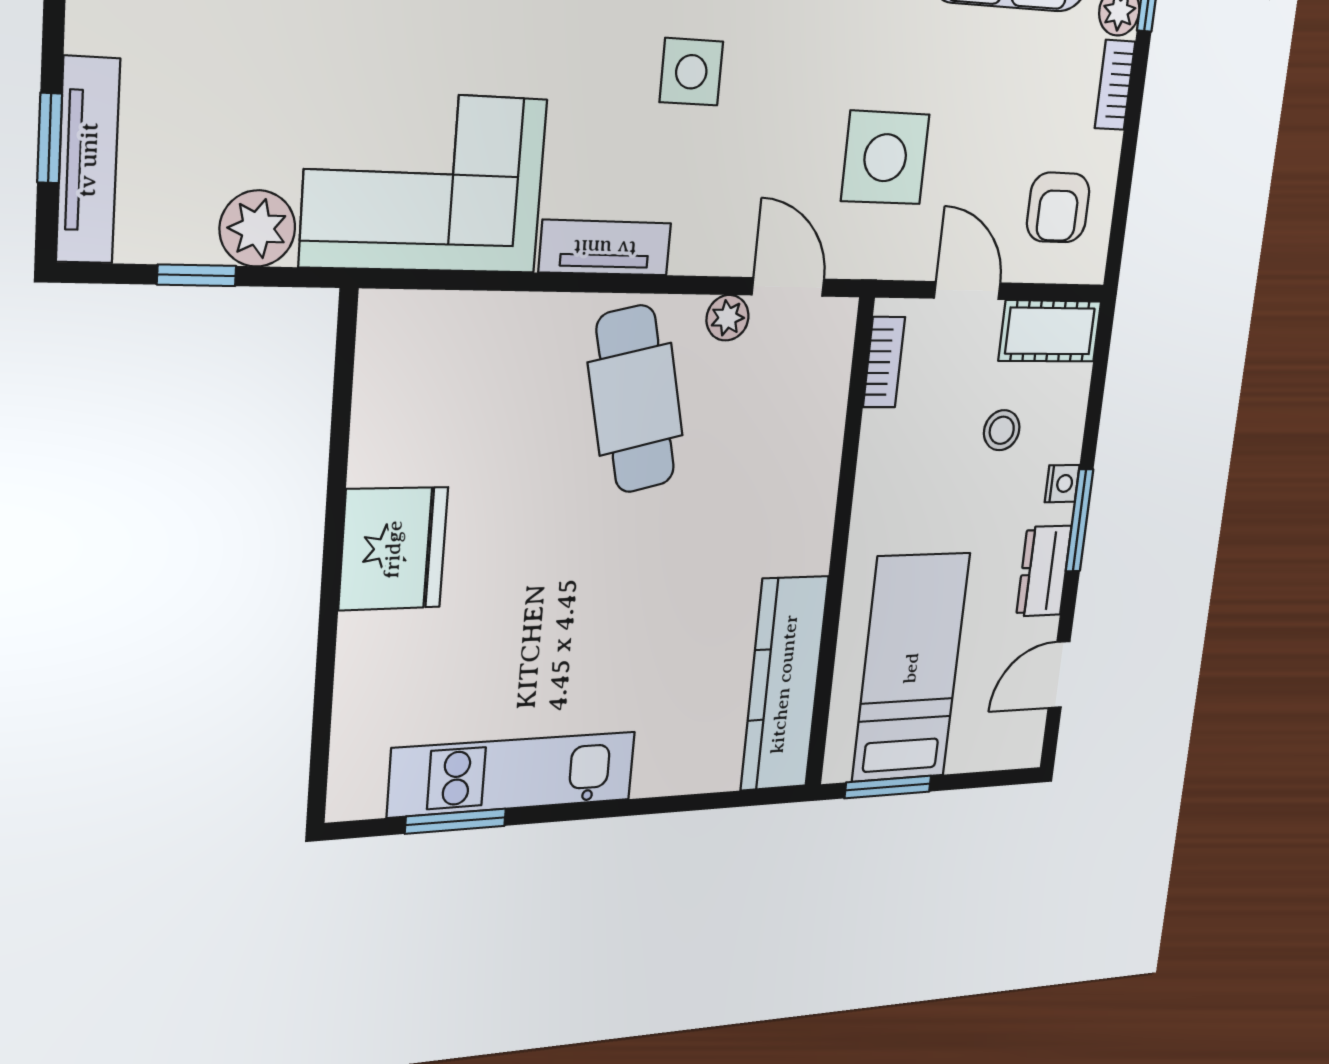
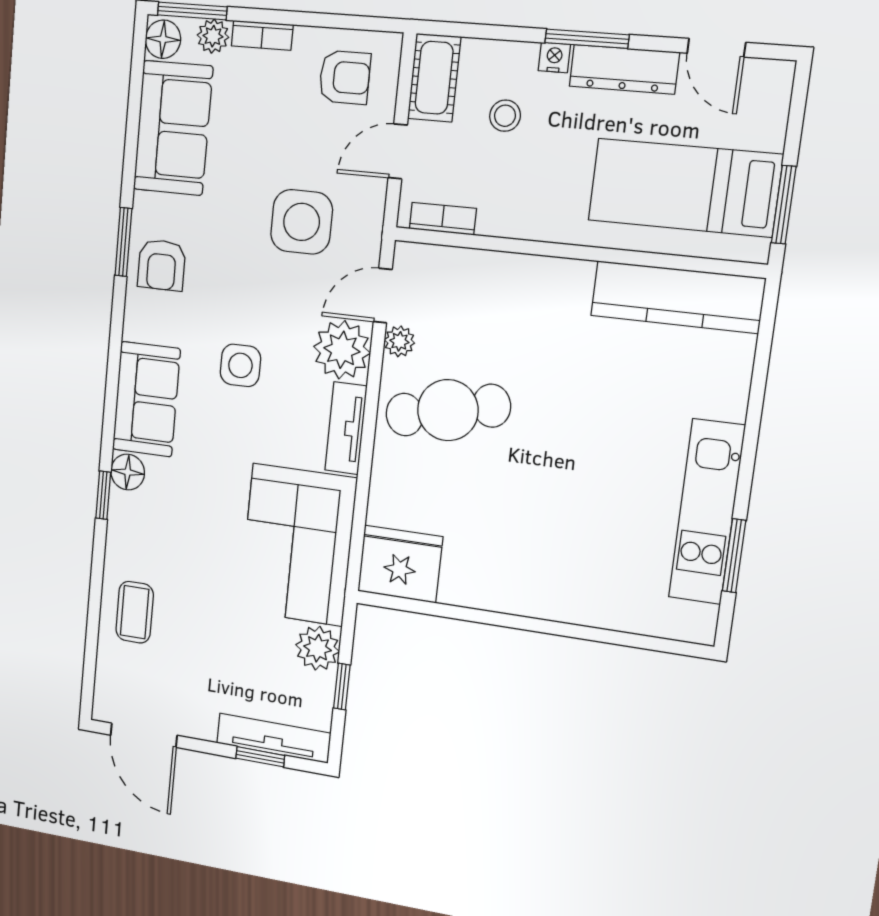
plant: (715, 232) -> (342, 350), added
fridge: (393, 549) -> (400, 564), moved
dresser: (1044, 571) -> (624, 69), width x1.44

